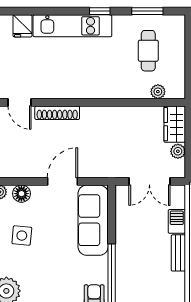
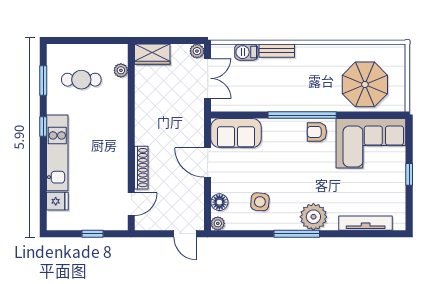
plant: (178, 151) -> (197, 51), moved
sofa: (93, 220) -> (236, 133), width x0.73

